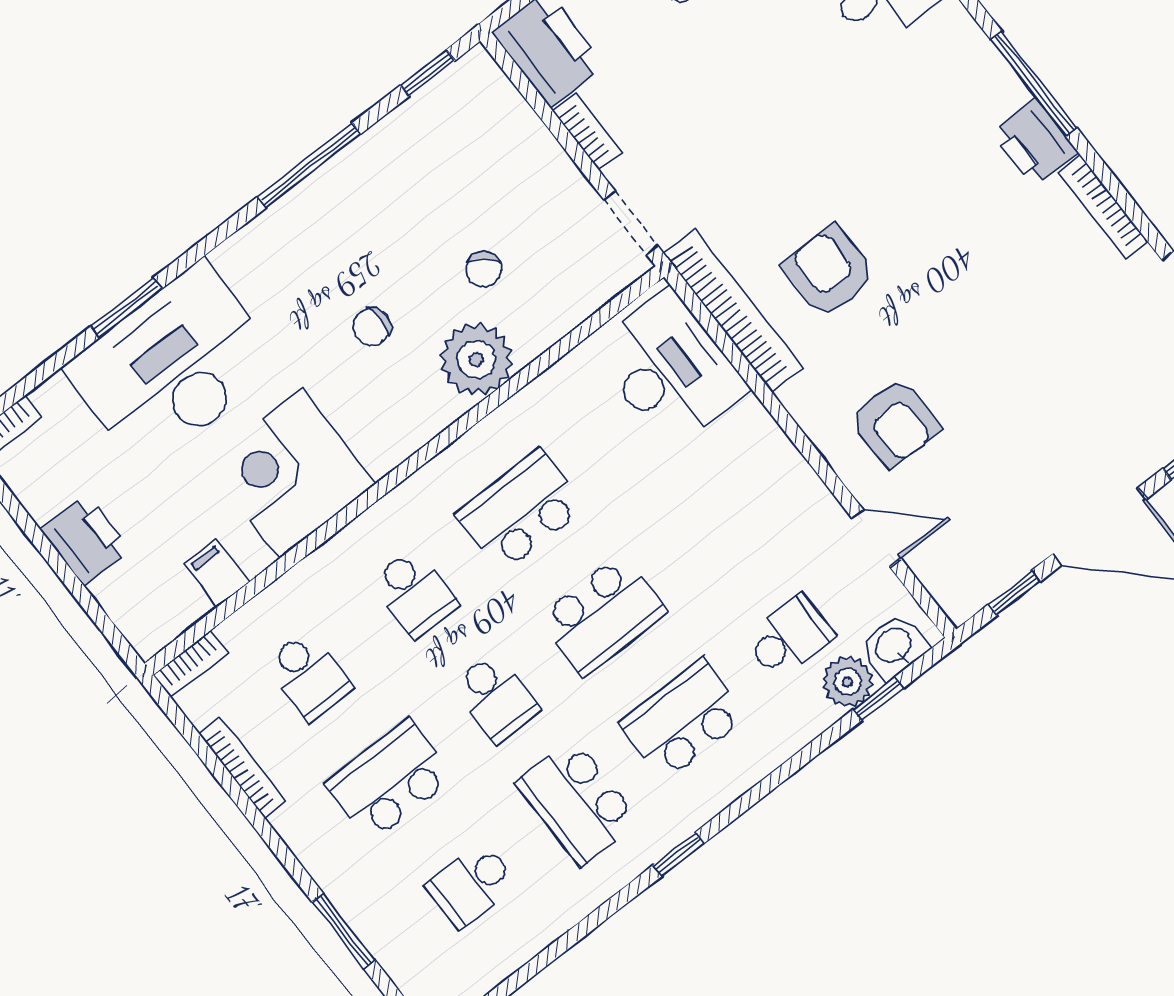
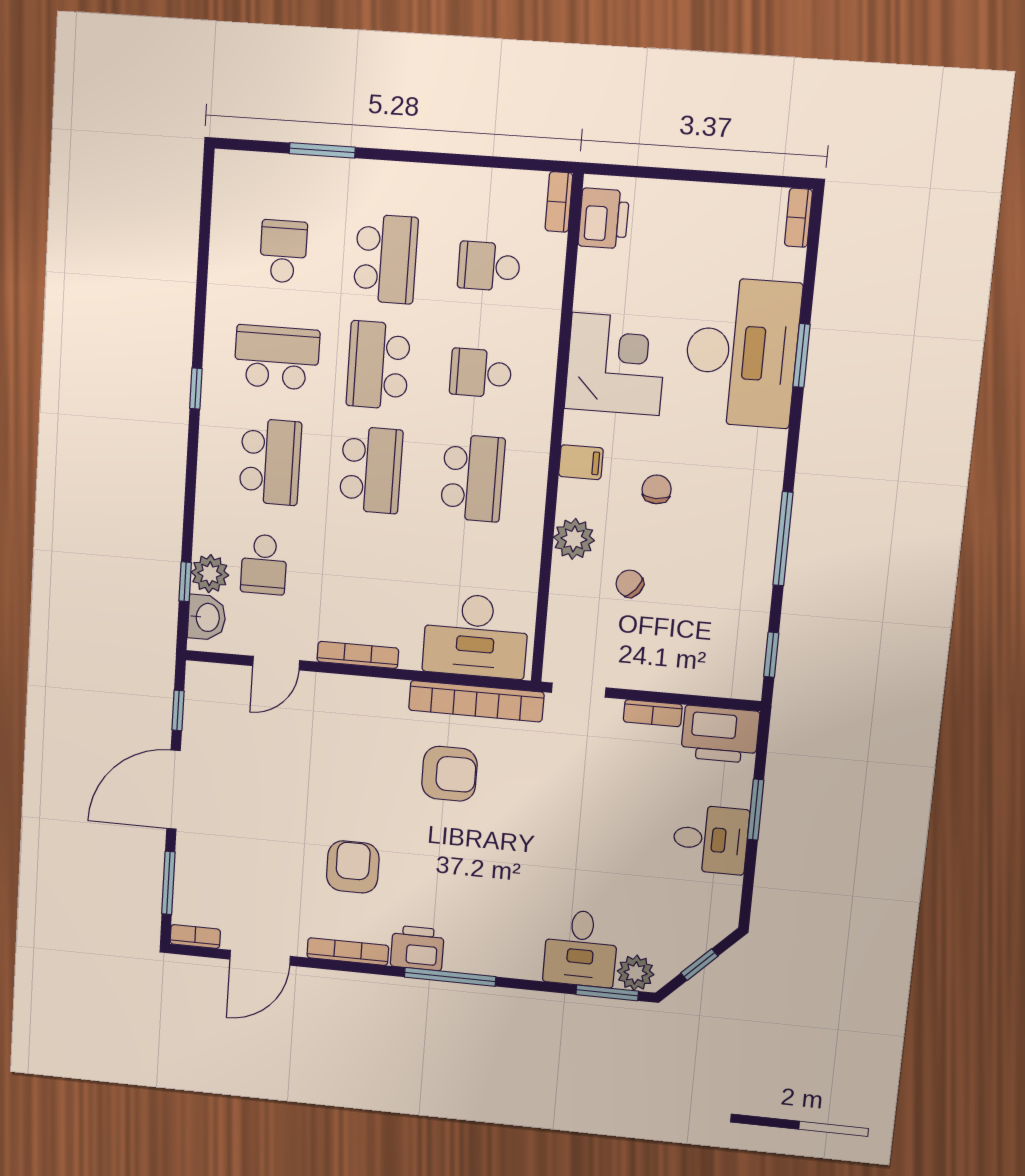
plant: (476, 360) -> (574, 539), width x0.73, depth x0.73
armchair: (895, 423) -> (353, 867), moved, turned 90
printer: (85, 540) -> (604, 218), moved, turned -90
filing cabinet: (217, 573) -> (581, 462), moved
school desk: (602, 615) -> (371, 470), turned 180
school desk: (496, 698) -> (378, 365), width x1.85
bookcase: (243, 768) -> (358, 655), moved, turned 180

